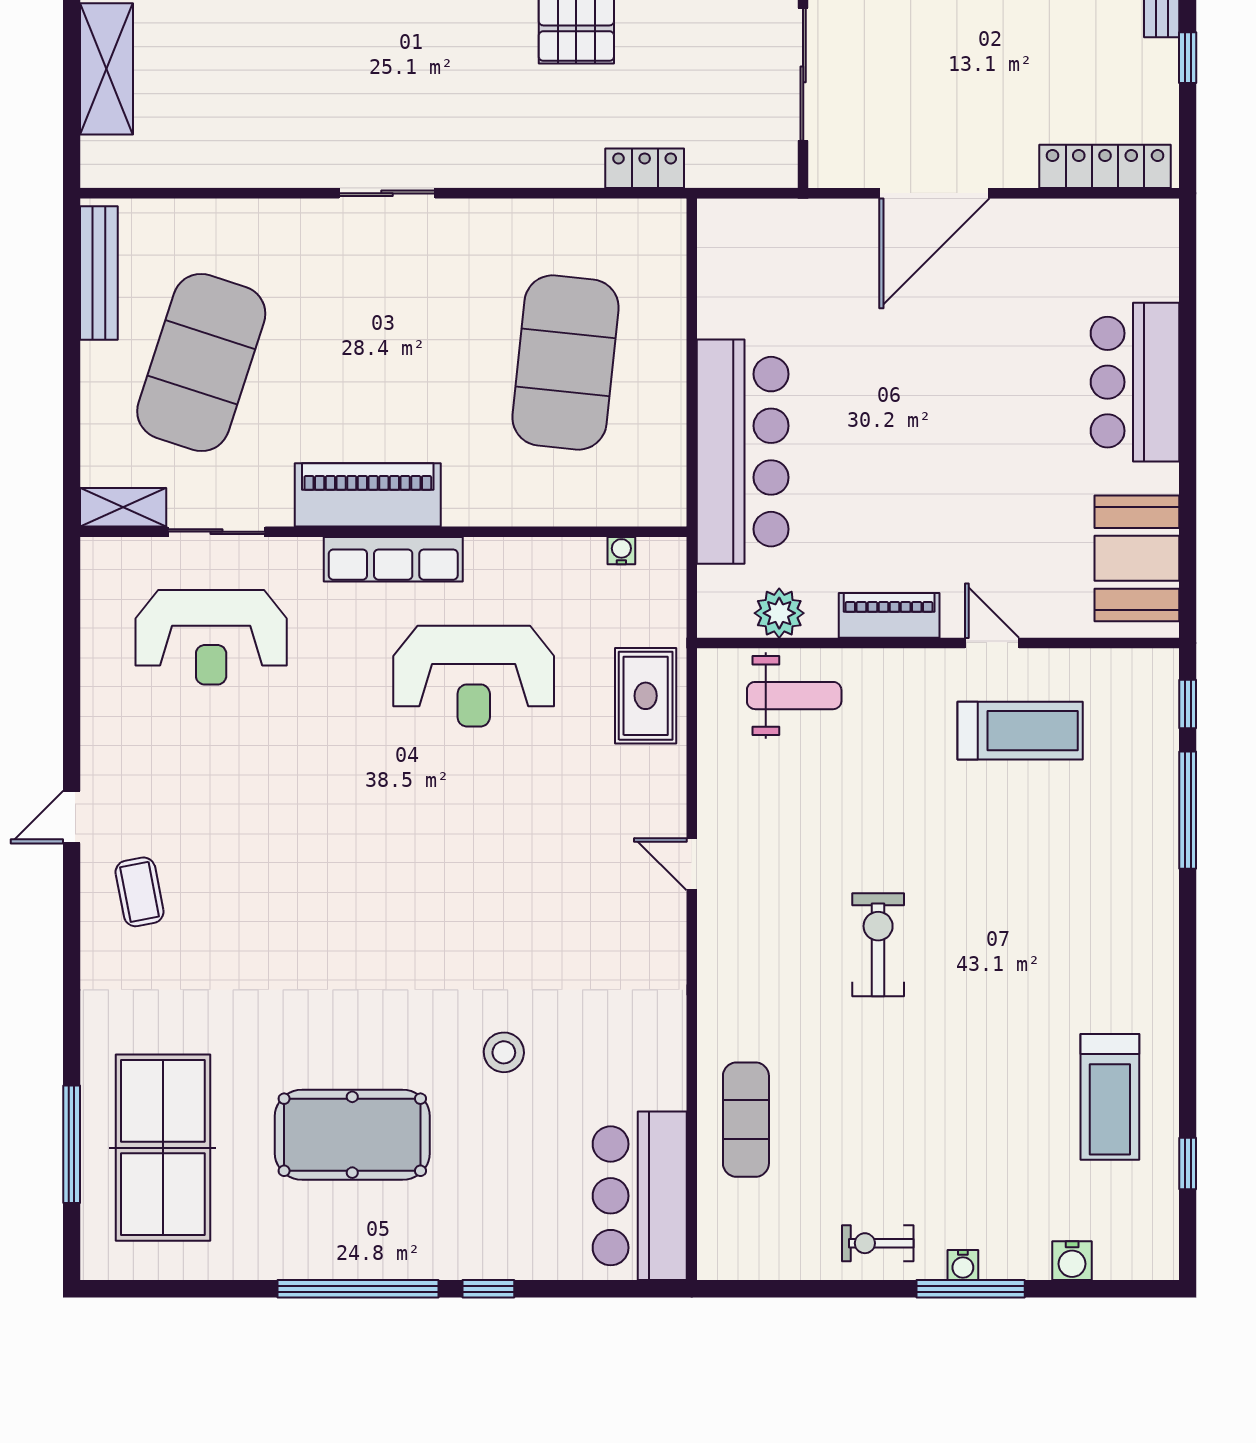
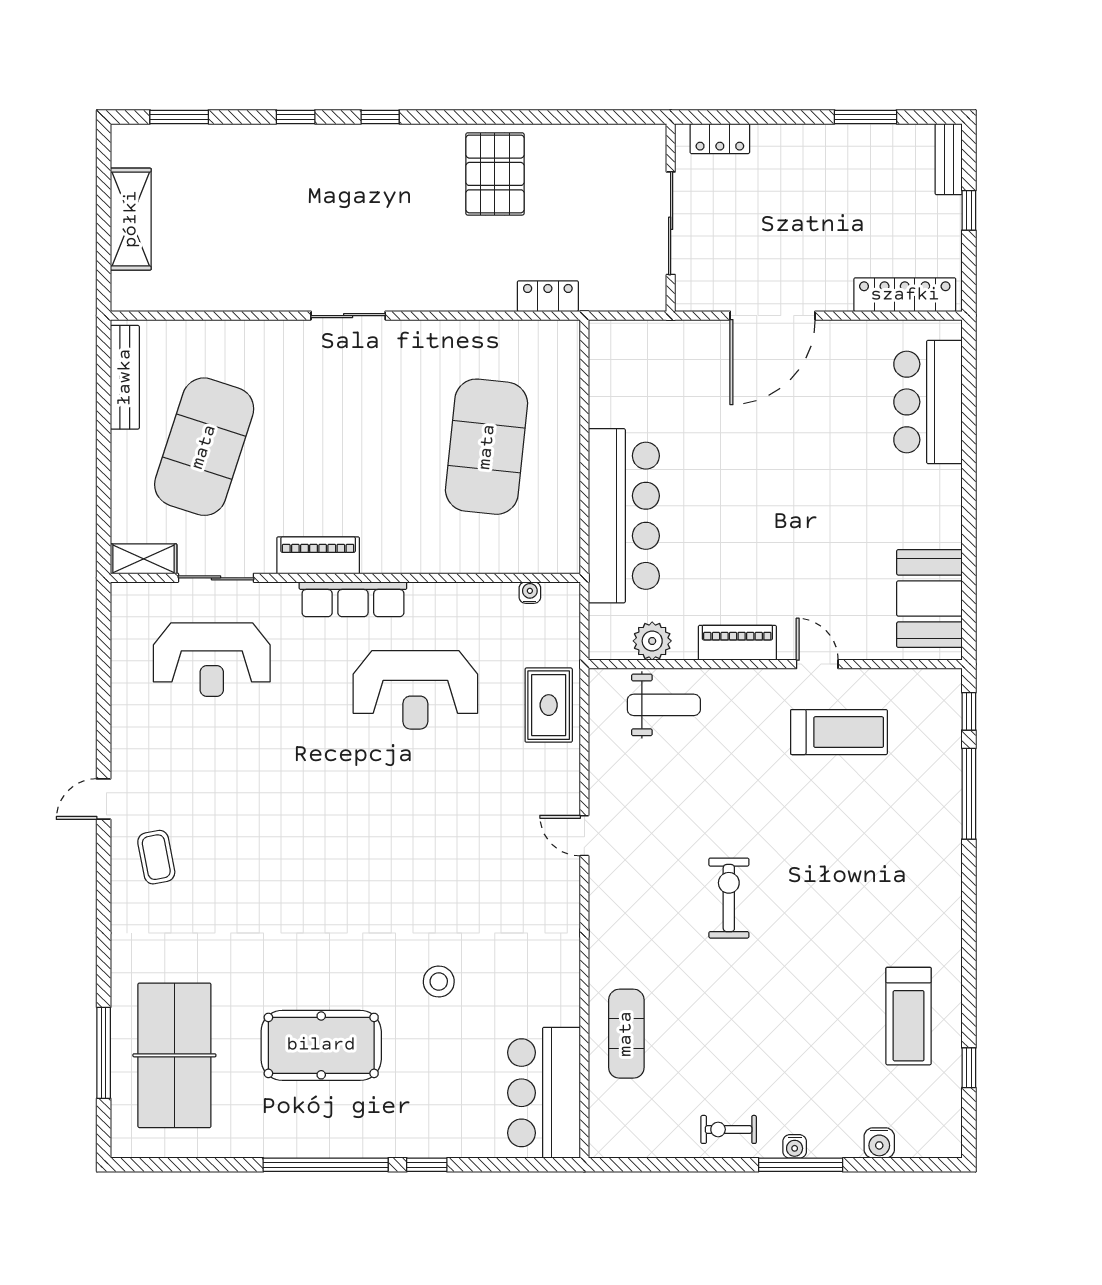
bar counter: (1135, 382) -> (928, 402), moved
piano: (368, 495) -> (318, 555), width x0.73, depth x0.75

